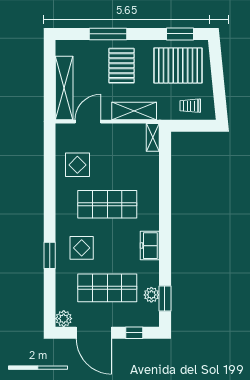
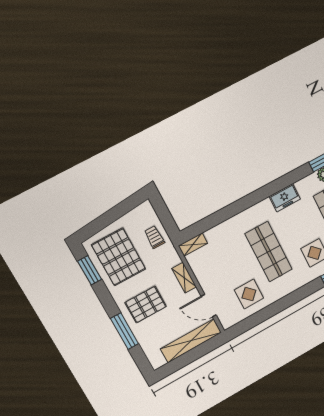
trolley: (190, 106) -> (154, 237), moved, turned 180
shelving: (134, 111) -> (184, 278), width x0.67, depth x0.75

